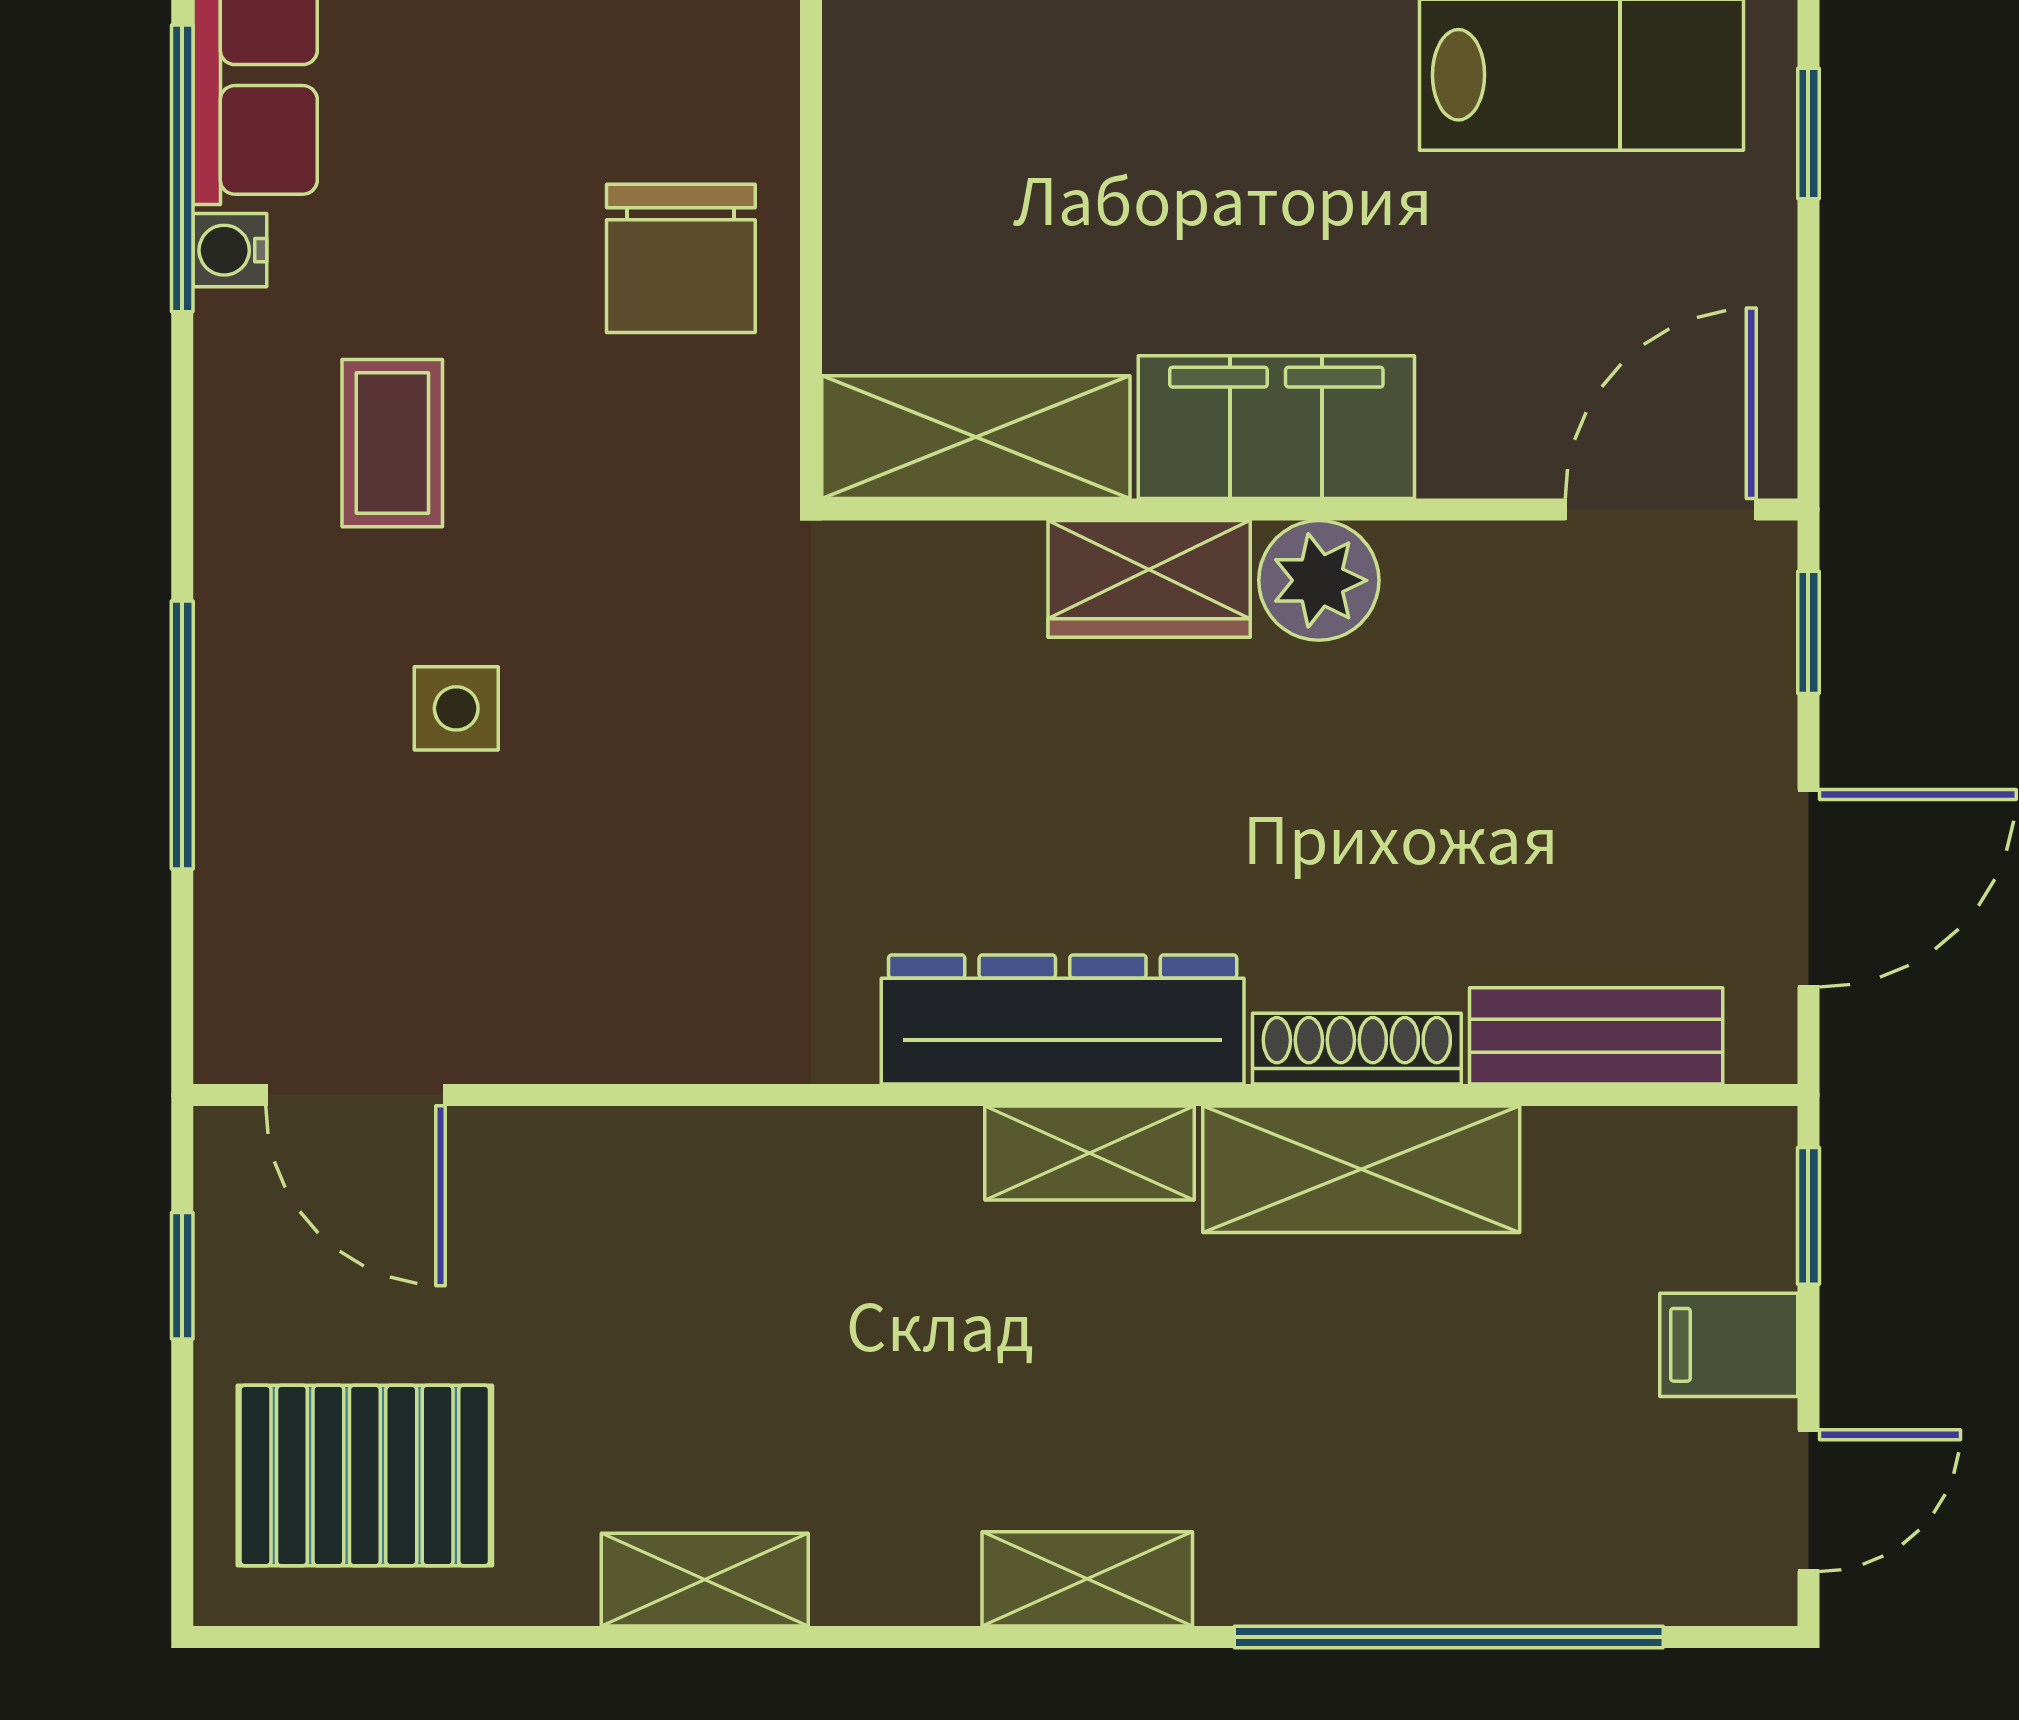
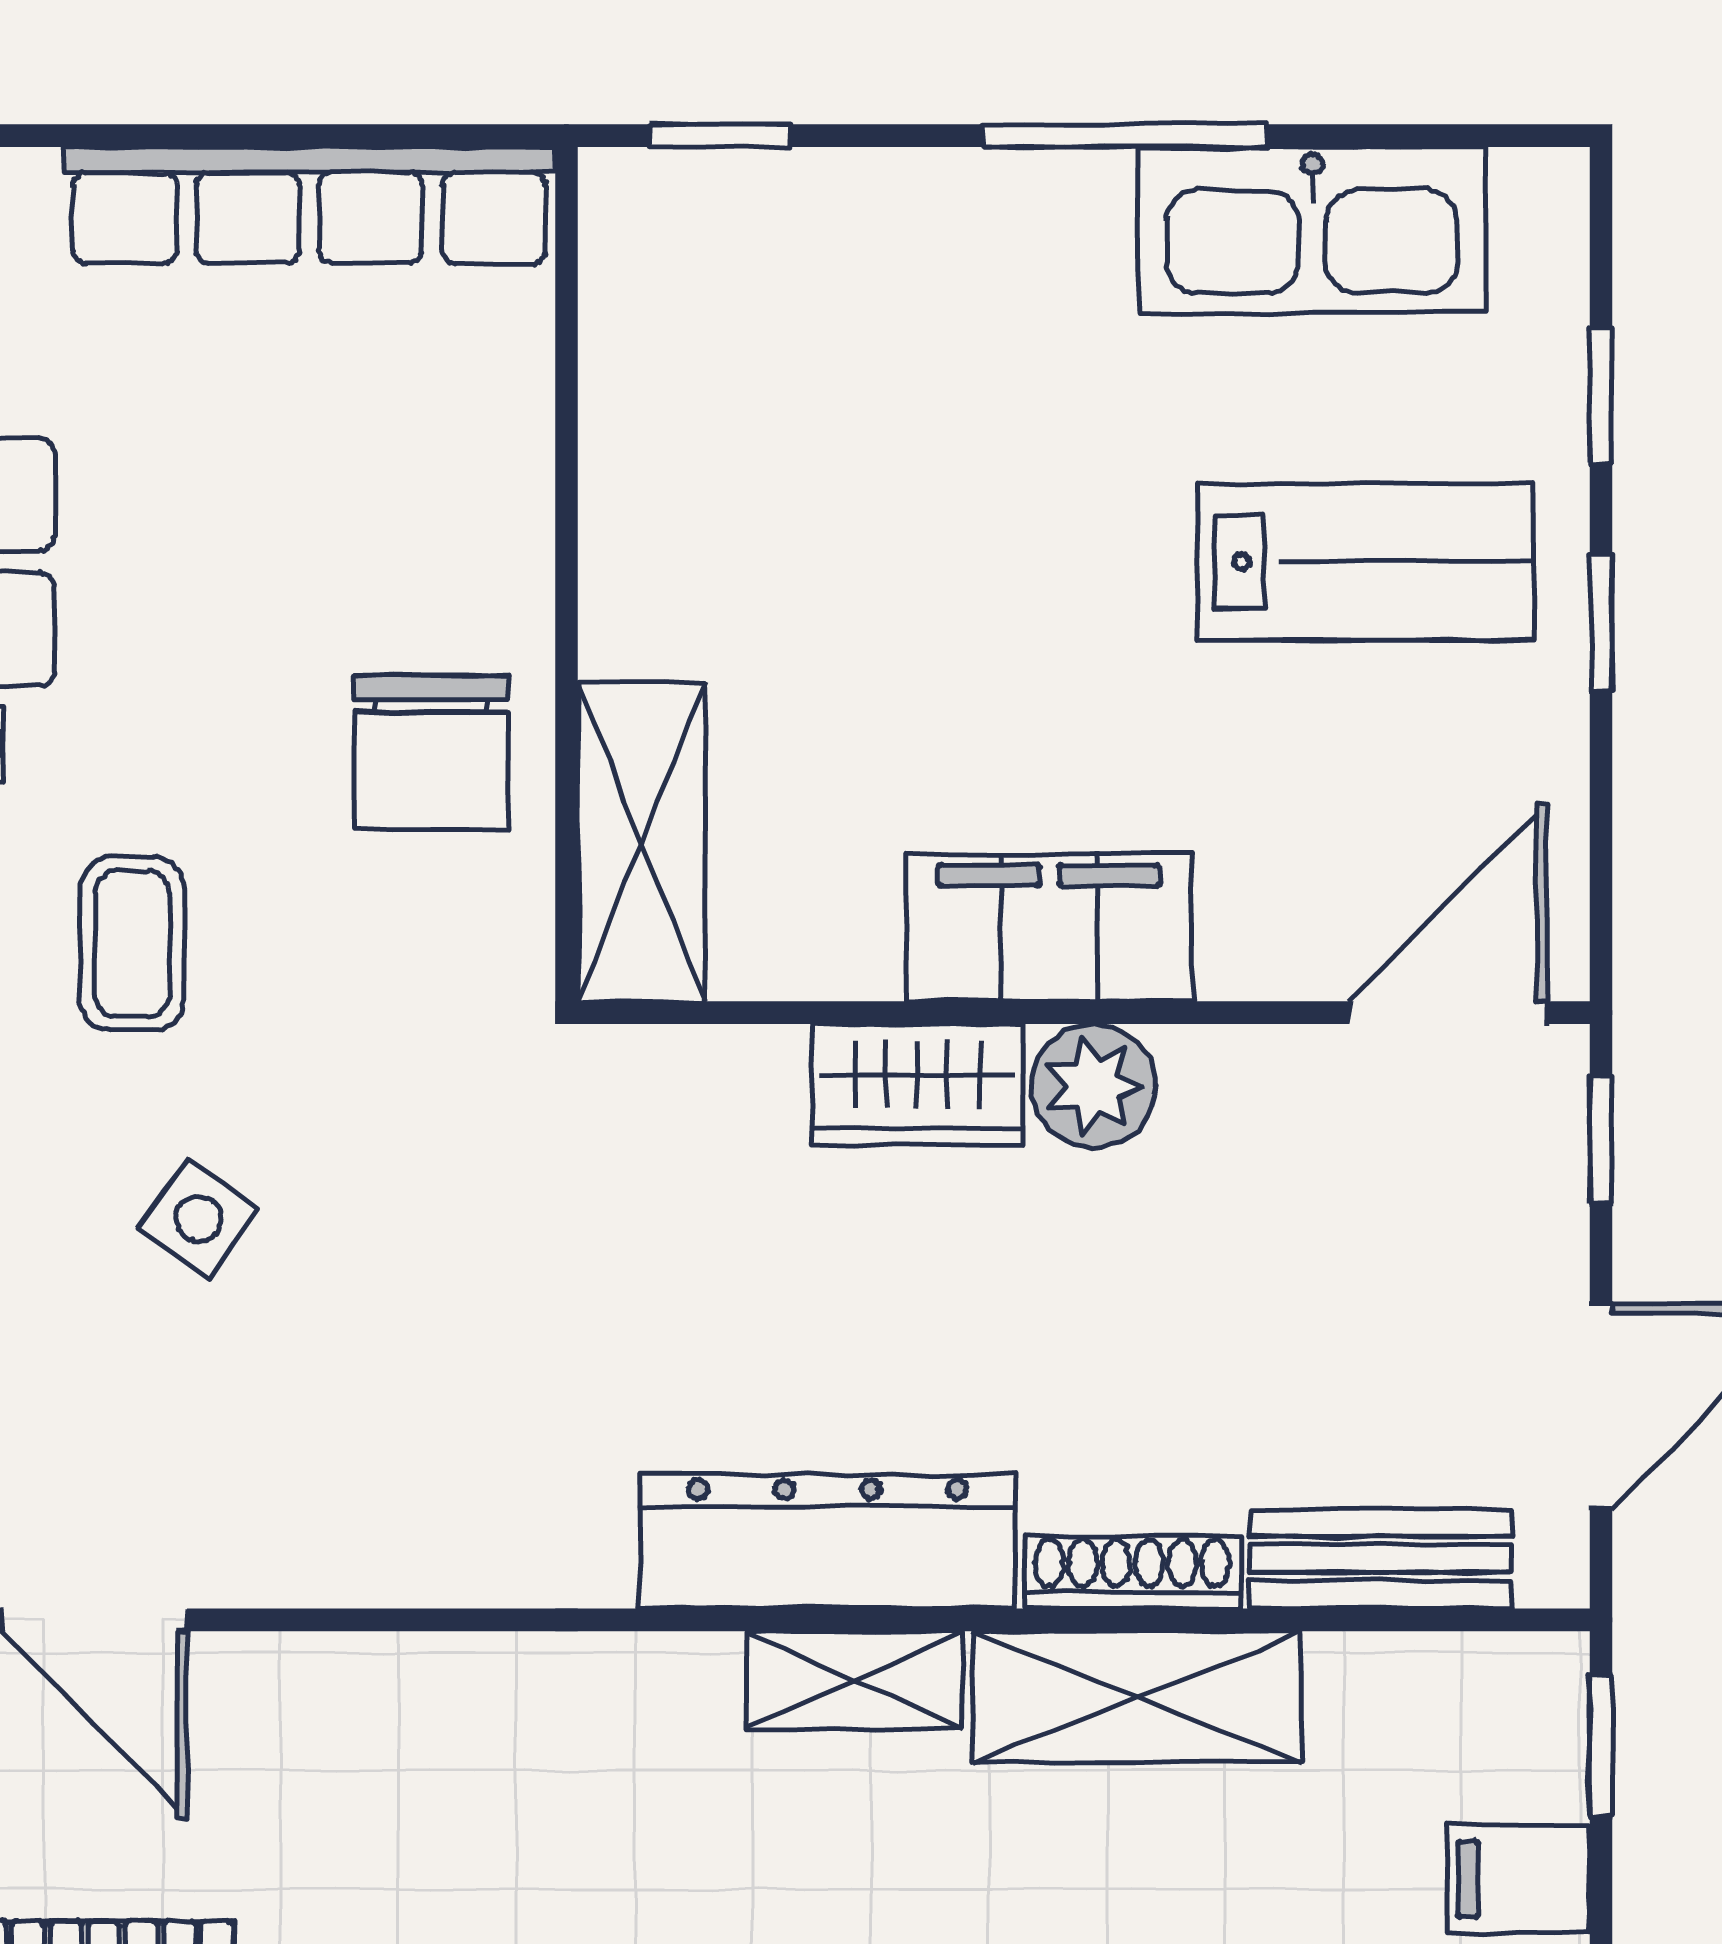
shelving: (976, 437) -> (642, 842), moved, turned 90
side table: (456, 708) -> (198, 1219), turned 36

